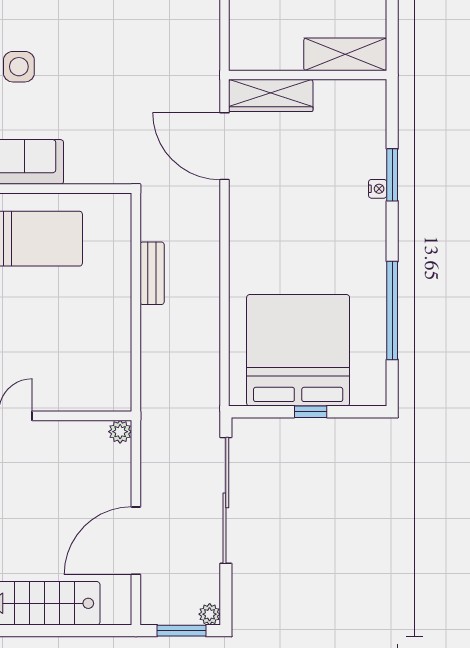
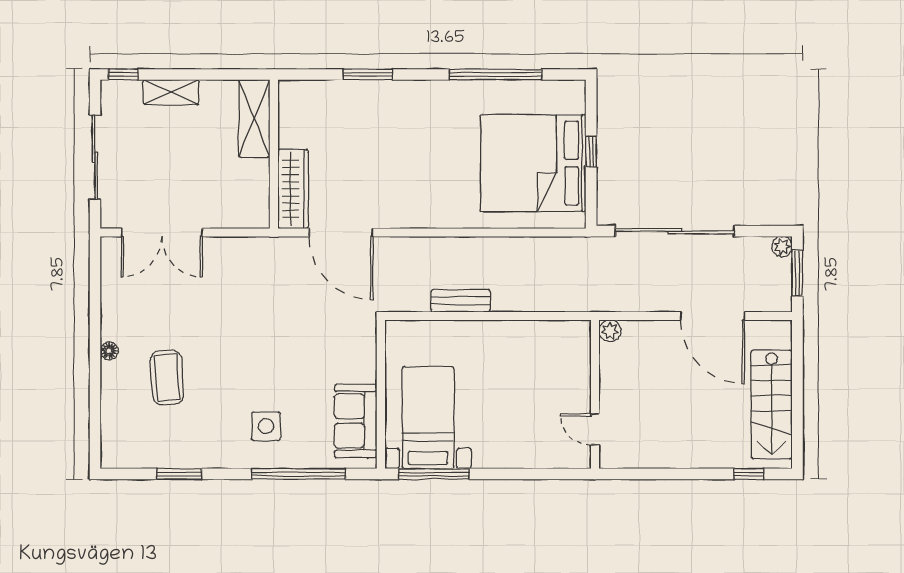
door: (225, 146) -> (341, 232), hinge flipped
nightstand: (378, 189) -> (381, 88), removed

